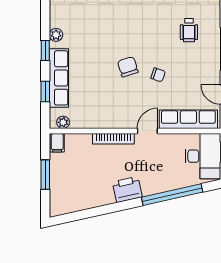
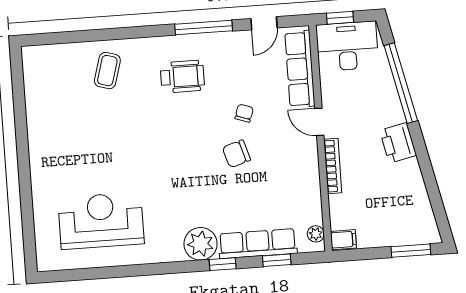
wheelchair: (189, 30) -> (182, 77), width x1.36, depth x1.37
plant: (56, 35) -> (201, 244), width x1.87, depth x1.87
window: (45, 175) -> (411, 251), moved

